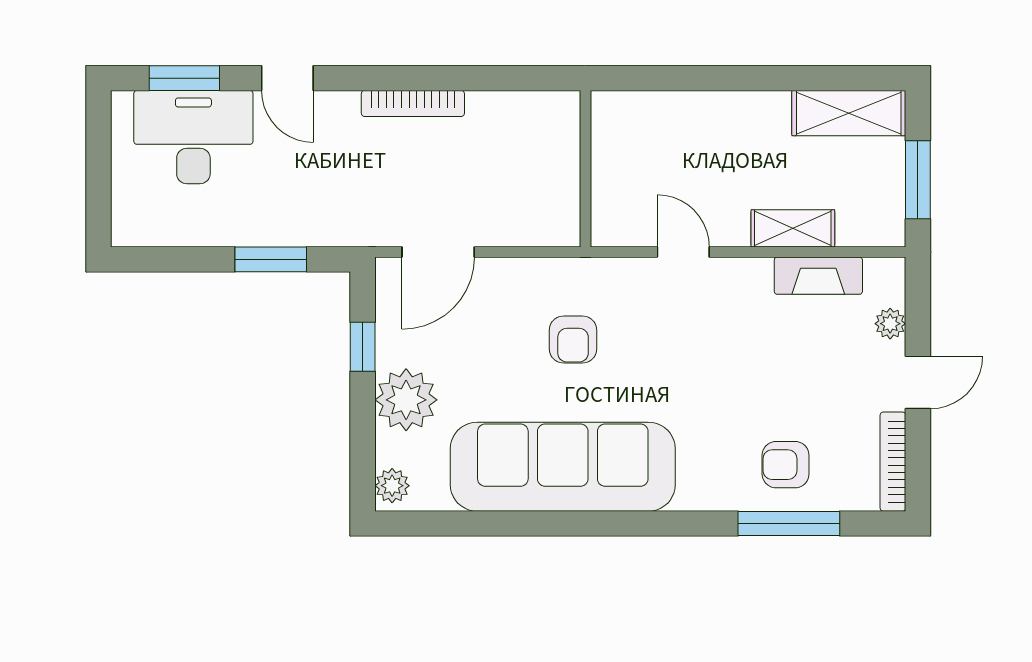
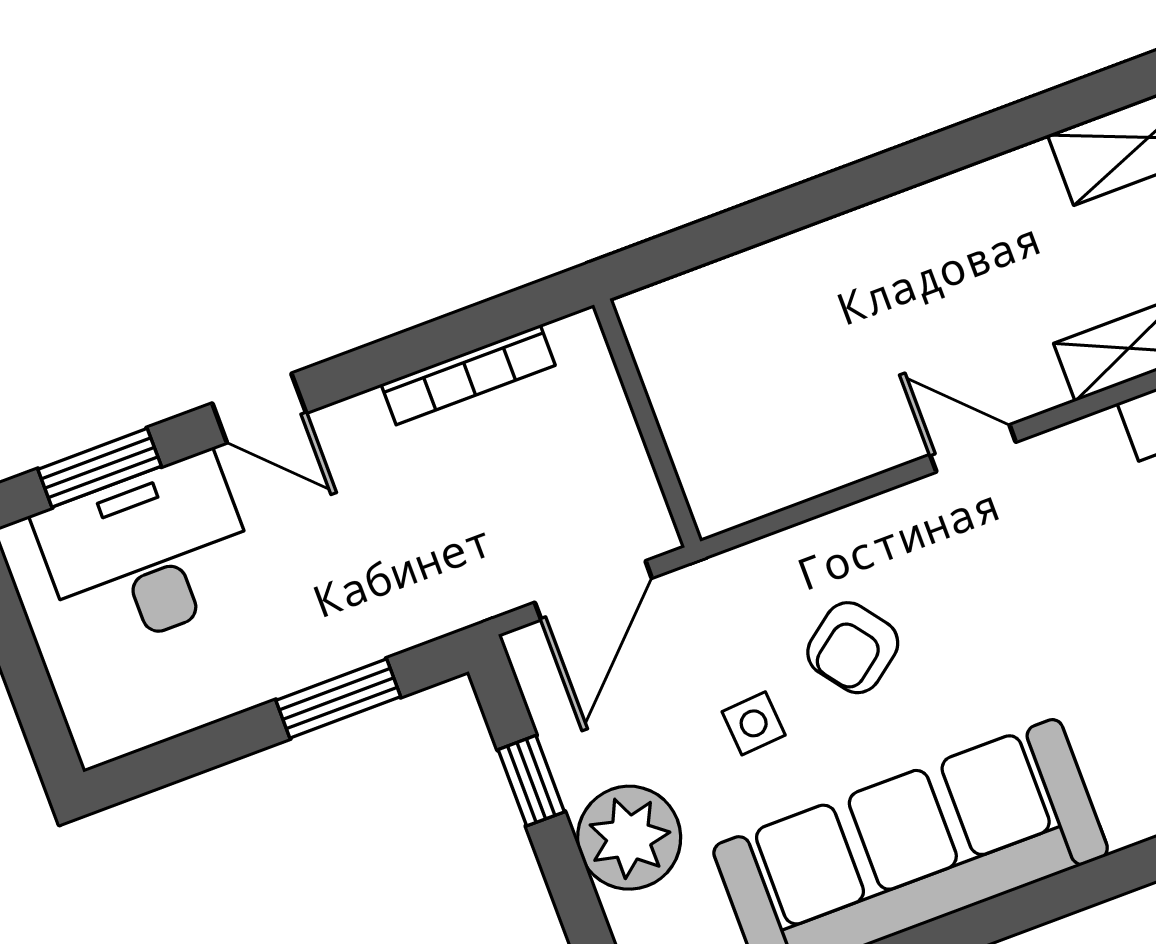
wall: (585, 169) -> (647, 423), moved
armchair: (573, 340) -> (853, 648), turned 53
side table: (501, 361) -> (754, 723), added

